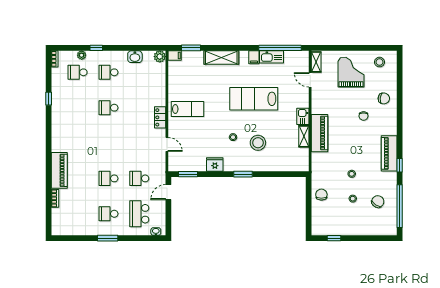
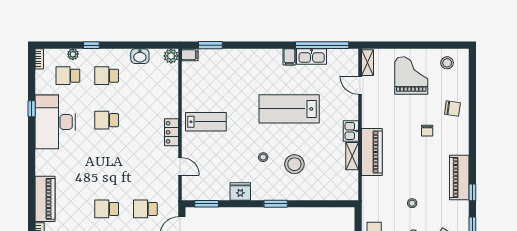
shelving: (221, 58) -> (248, 57), removed
desk: (67, 109) -> (55, 122), added

